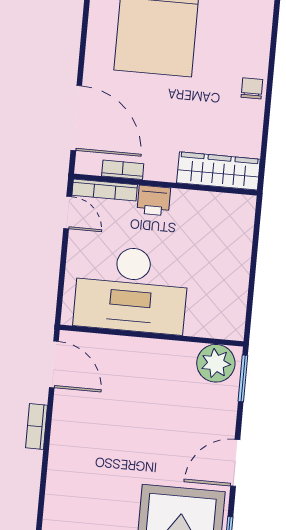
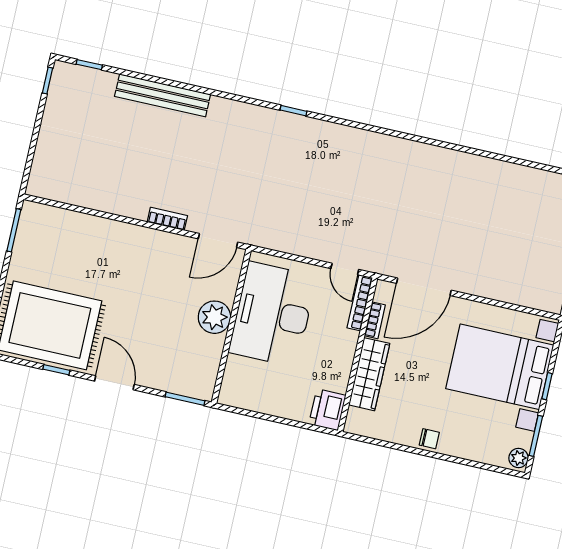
wardrobe: (218, 171) -> (369, 374), moved
printer: (154, 201) -> (327, 410), moved, width x1.36, depth x1.24
door: (68, 212) -> (345, 269), hinge flipped
plant: (216, 363) -> (214, 317), moved

